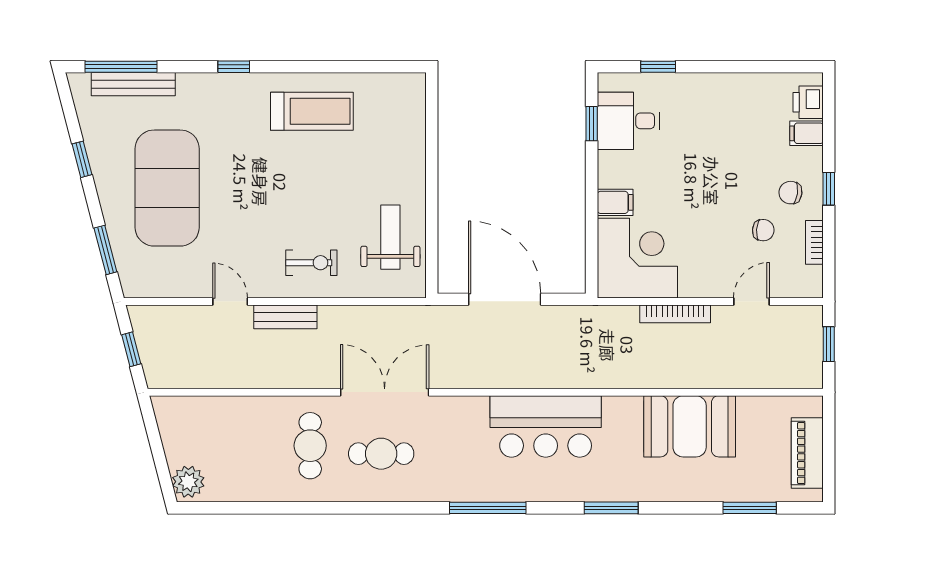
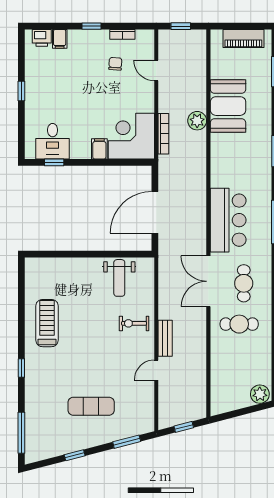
window: (658, 67) -> (21, 91), moved
bench: (133, 84) -> (31, 426), removed
exercise mat: (167, 188) -> (91, 406), width x0.50, depth x0.69
chair: (790, 193) -> (94, 48), removed
weight bench: (390, 237) -> (119, 278), turned -90
exercise bike: (311, 263) -> (134, 323), turned -90
bookcase: (675, 314) -> (163, 134), moved
plant: (664, 373) -> (197, 121), added
bar counter: (546, 426) -> (228, 220), moved

